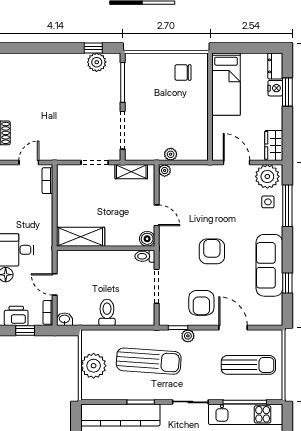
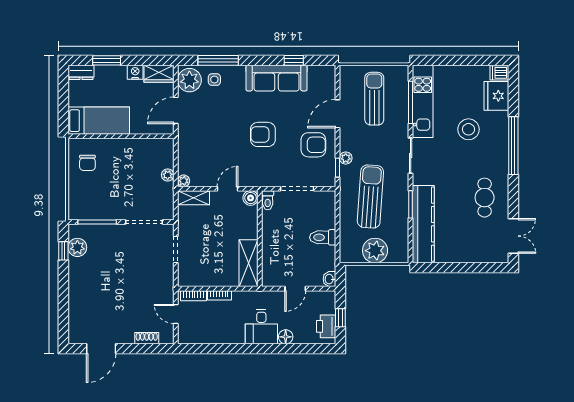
nightstand: (275, 88) -> (135, 72), moved
shelving: (131, 172) -> (193, 198), moved, turned 90
bookcase: (48, 312) -> (219, 295), moved

